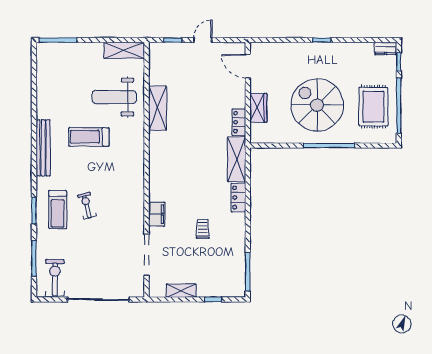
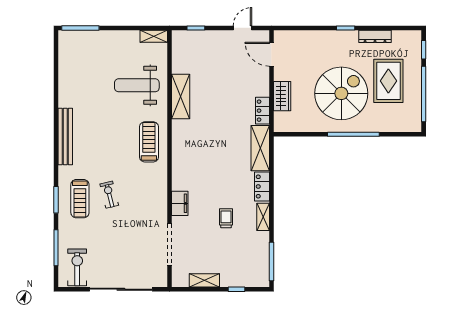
door: (203, 40) -> (242, 28), moved
dresser: (386, 48) -> (375, 36), moved, width x1.44
shelving: (124, 50) -> (154, 36), width x0.67, depth x0.75
spiral stairs: (317, 105) -> (341, 93), turned 90
rug: (373, 107) -> (388, 81), moved
treadmill: (89, 137) -> (149, 142), moved, turned 90
shelving: (239, 228) -> (263, 217), added

